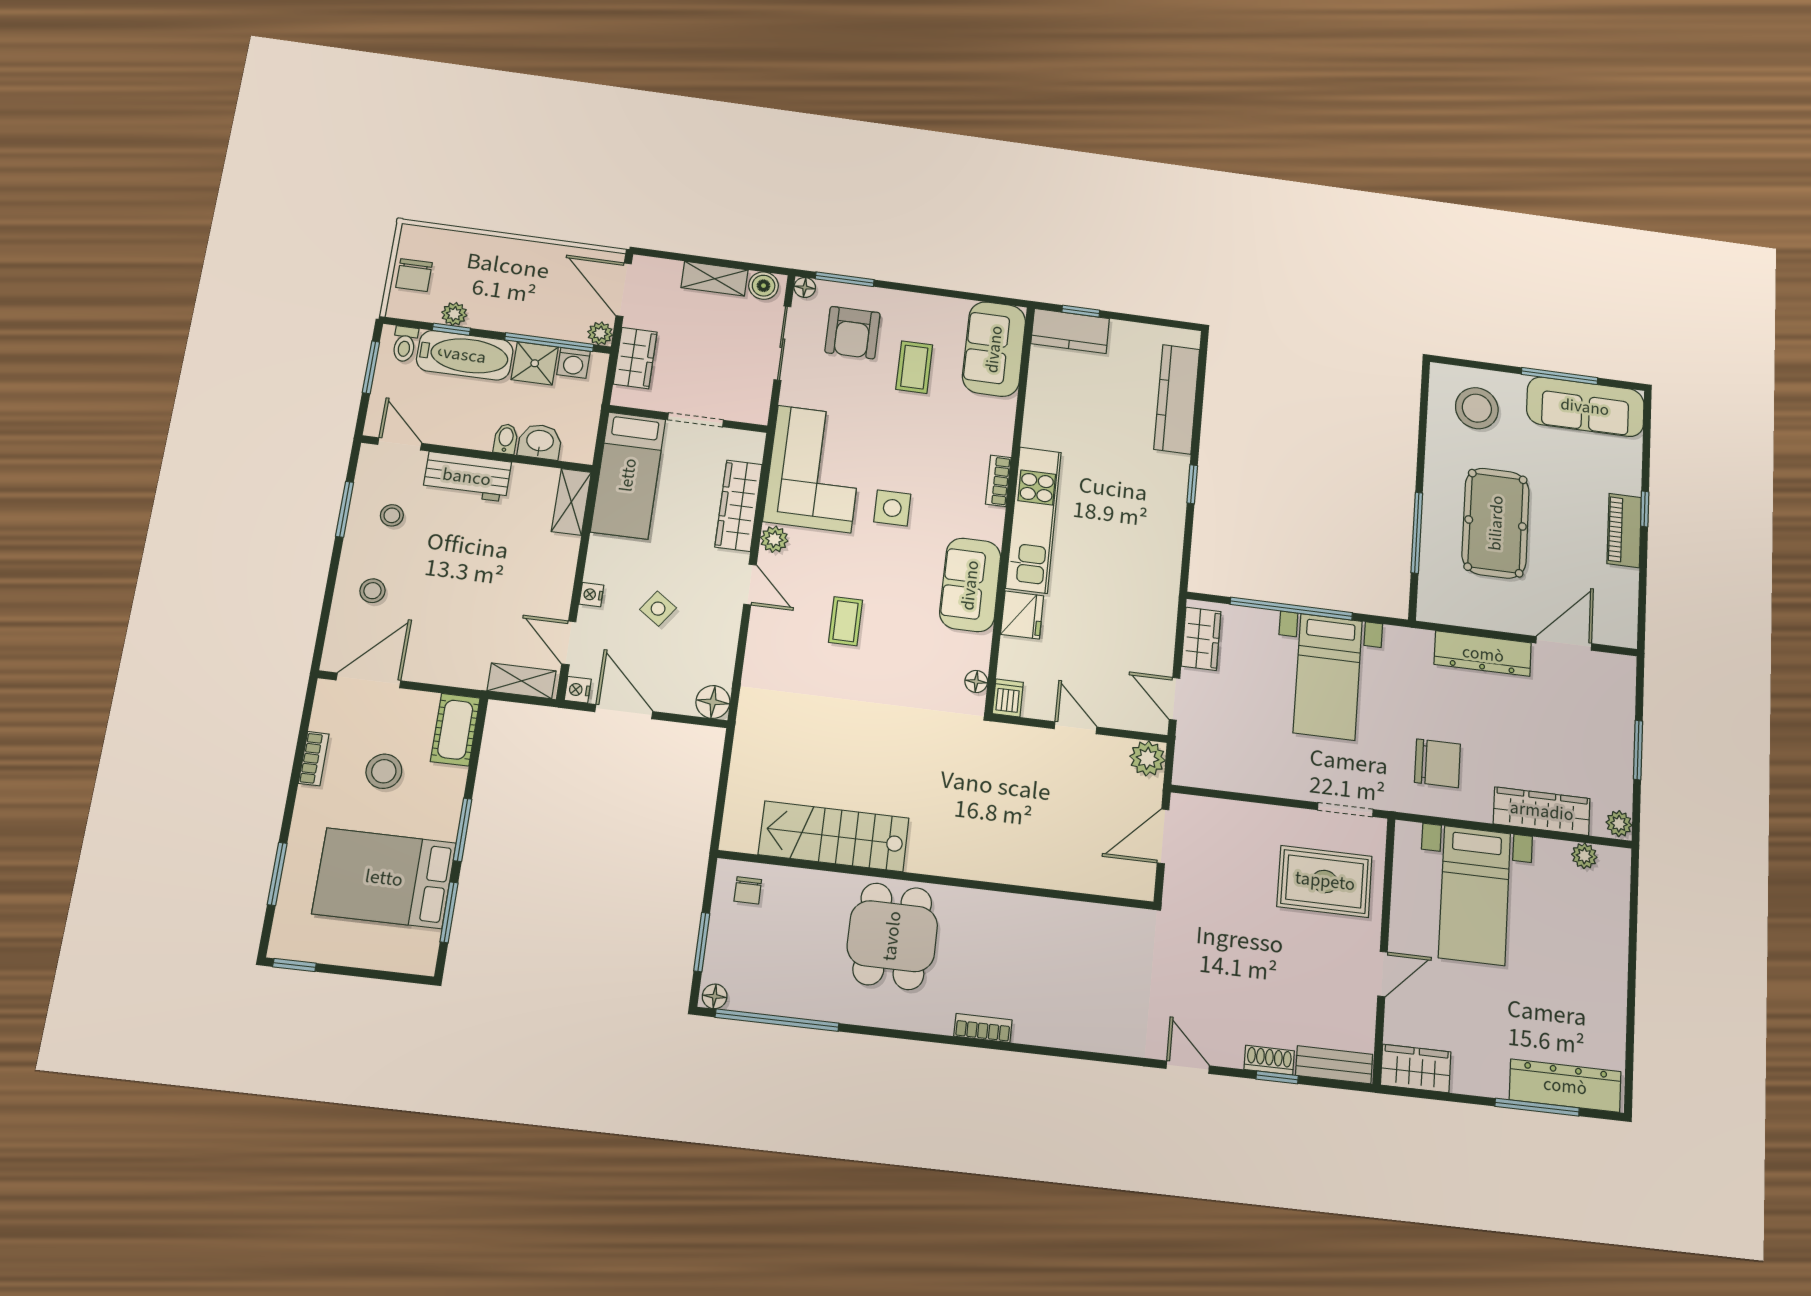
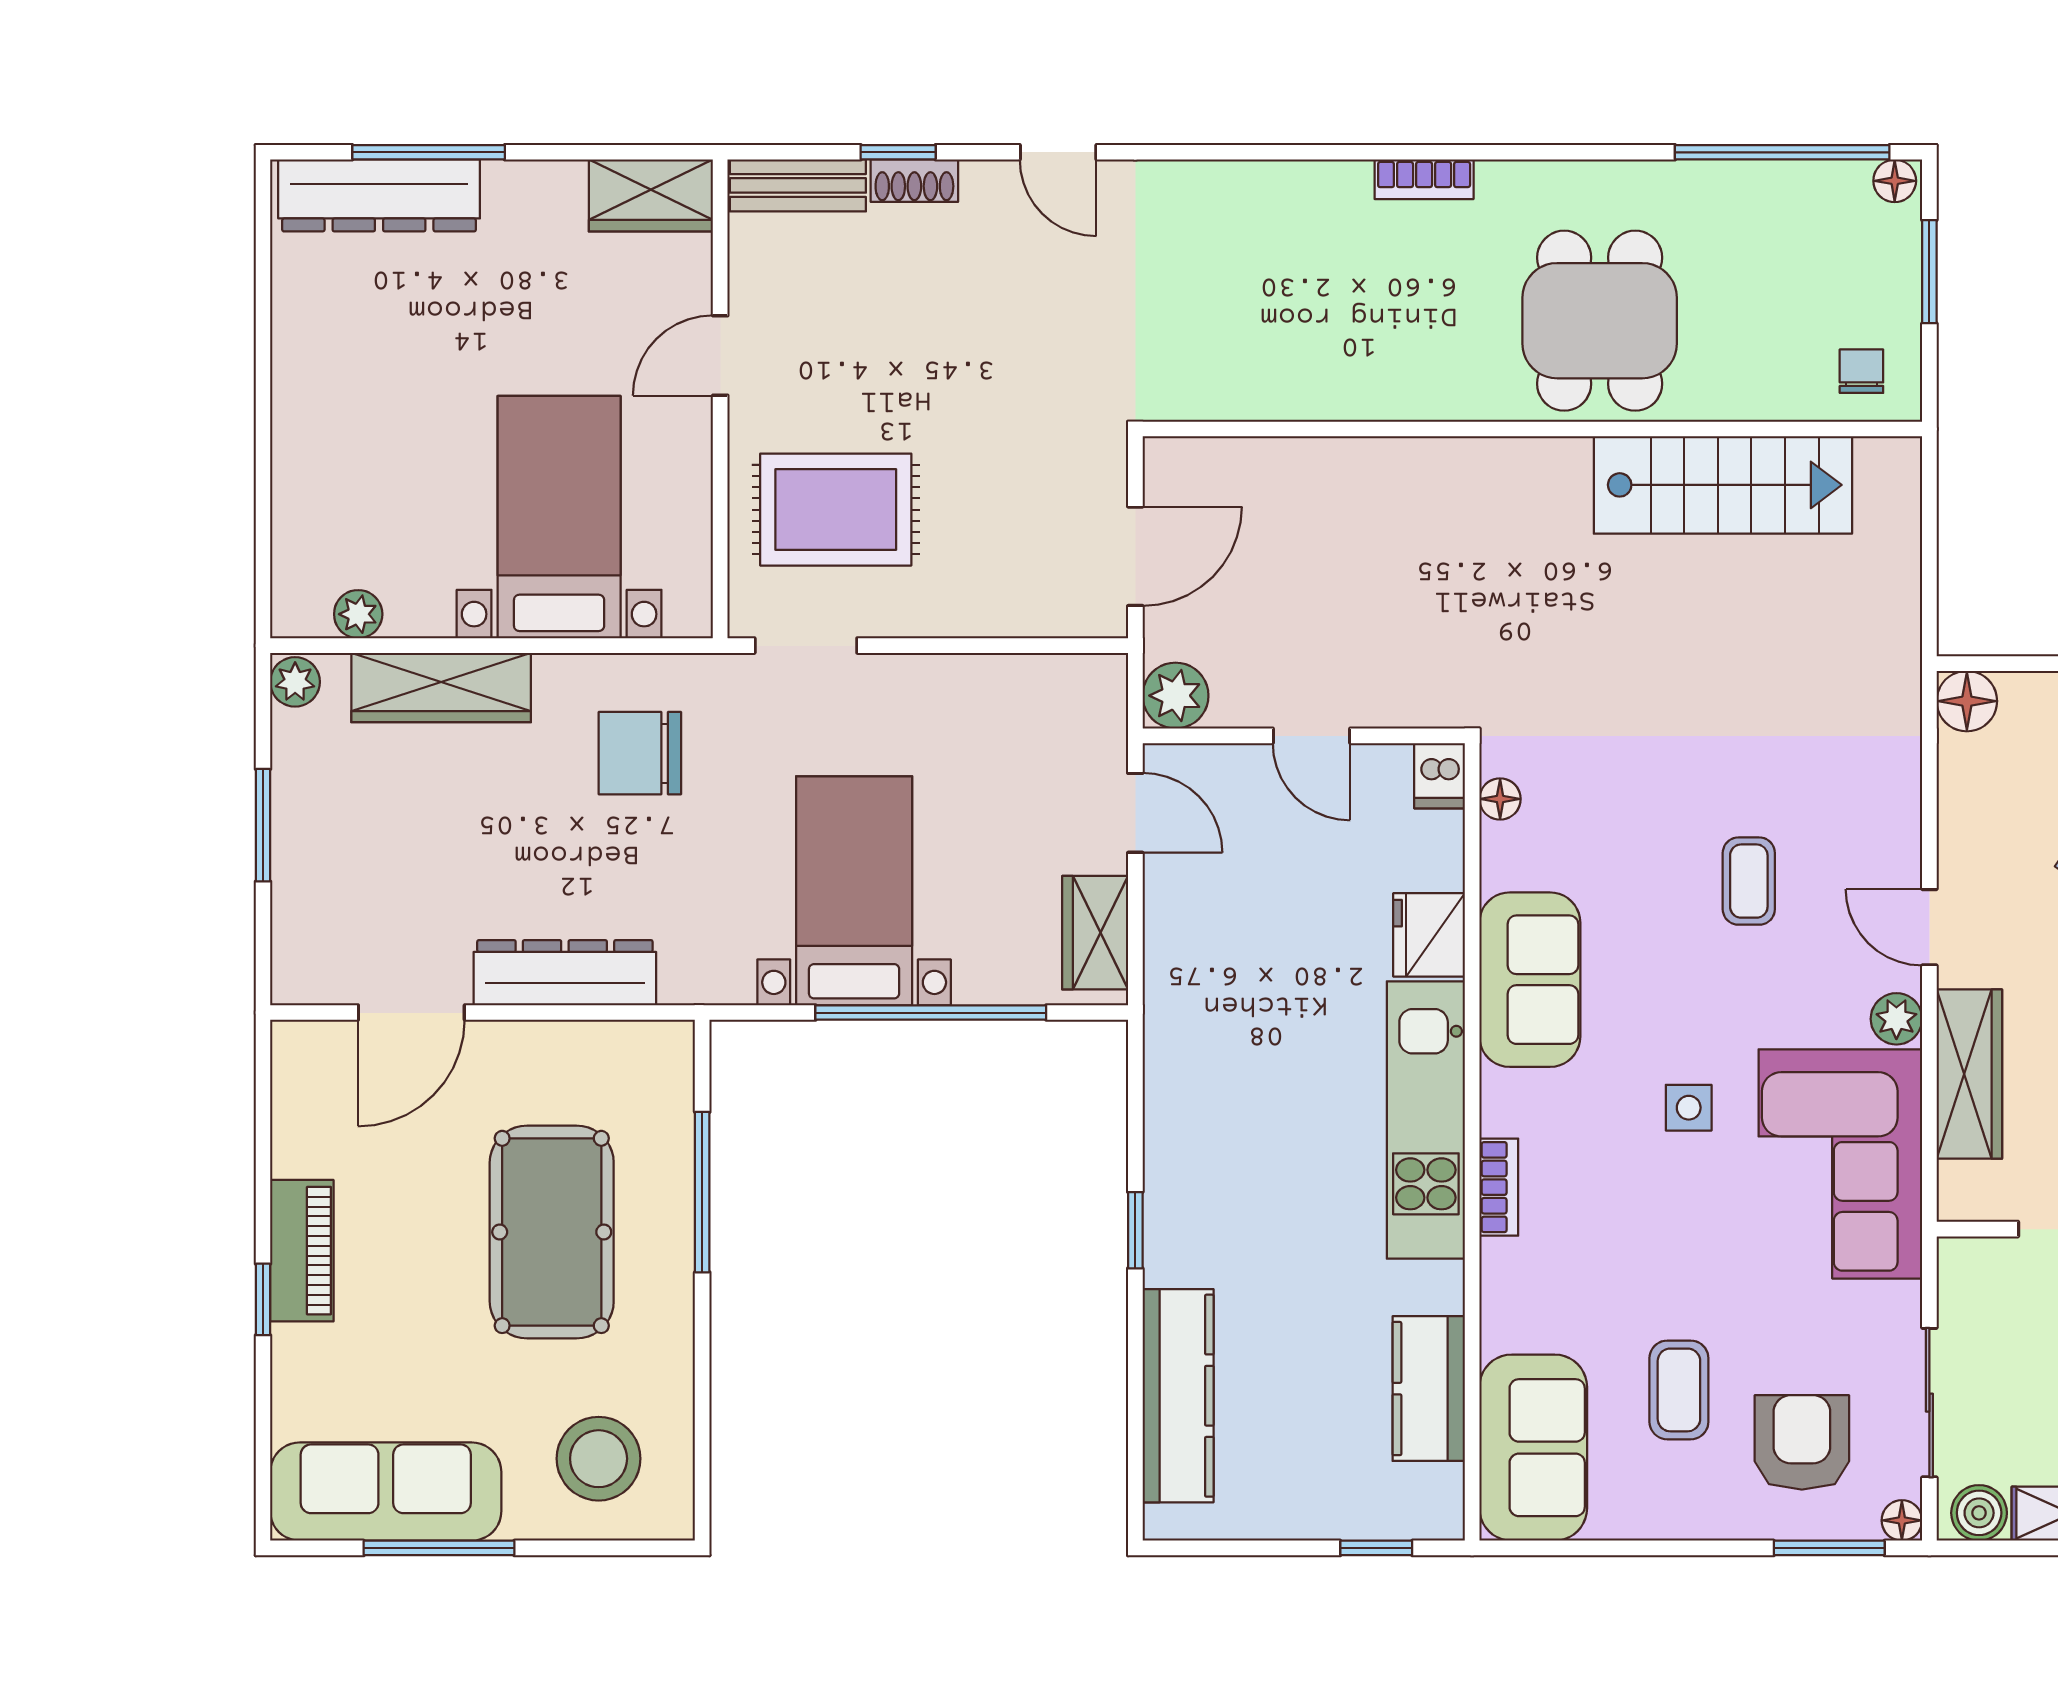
kitchen counter: (1070, 331) -> (1429, 1389), moved, turned -90
side table: (892, 508) -> (1689, 1108), width x0.73, depth x0.73

